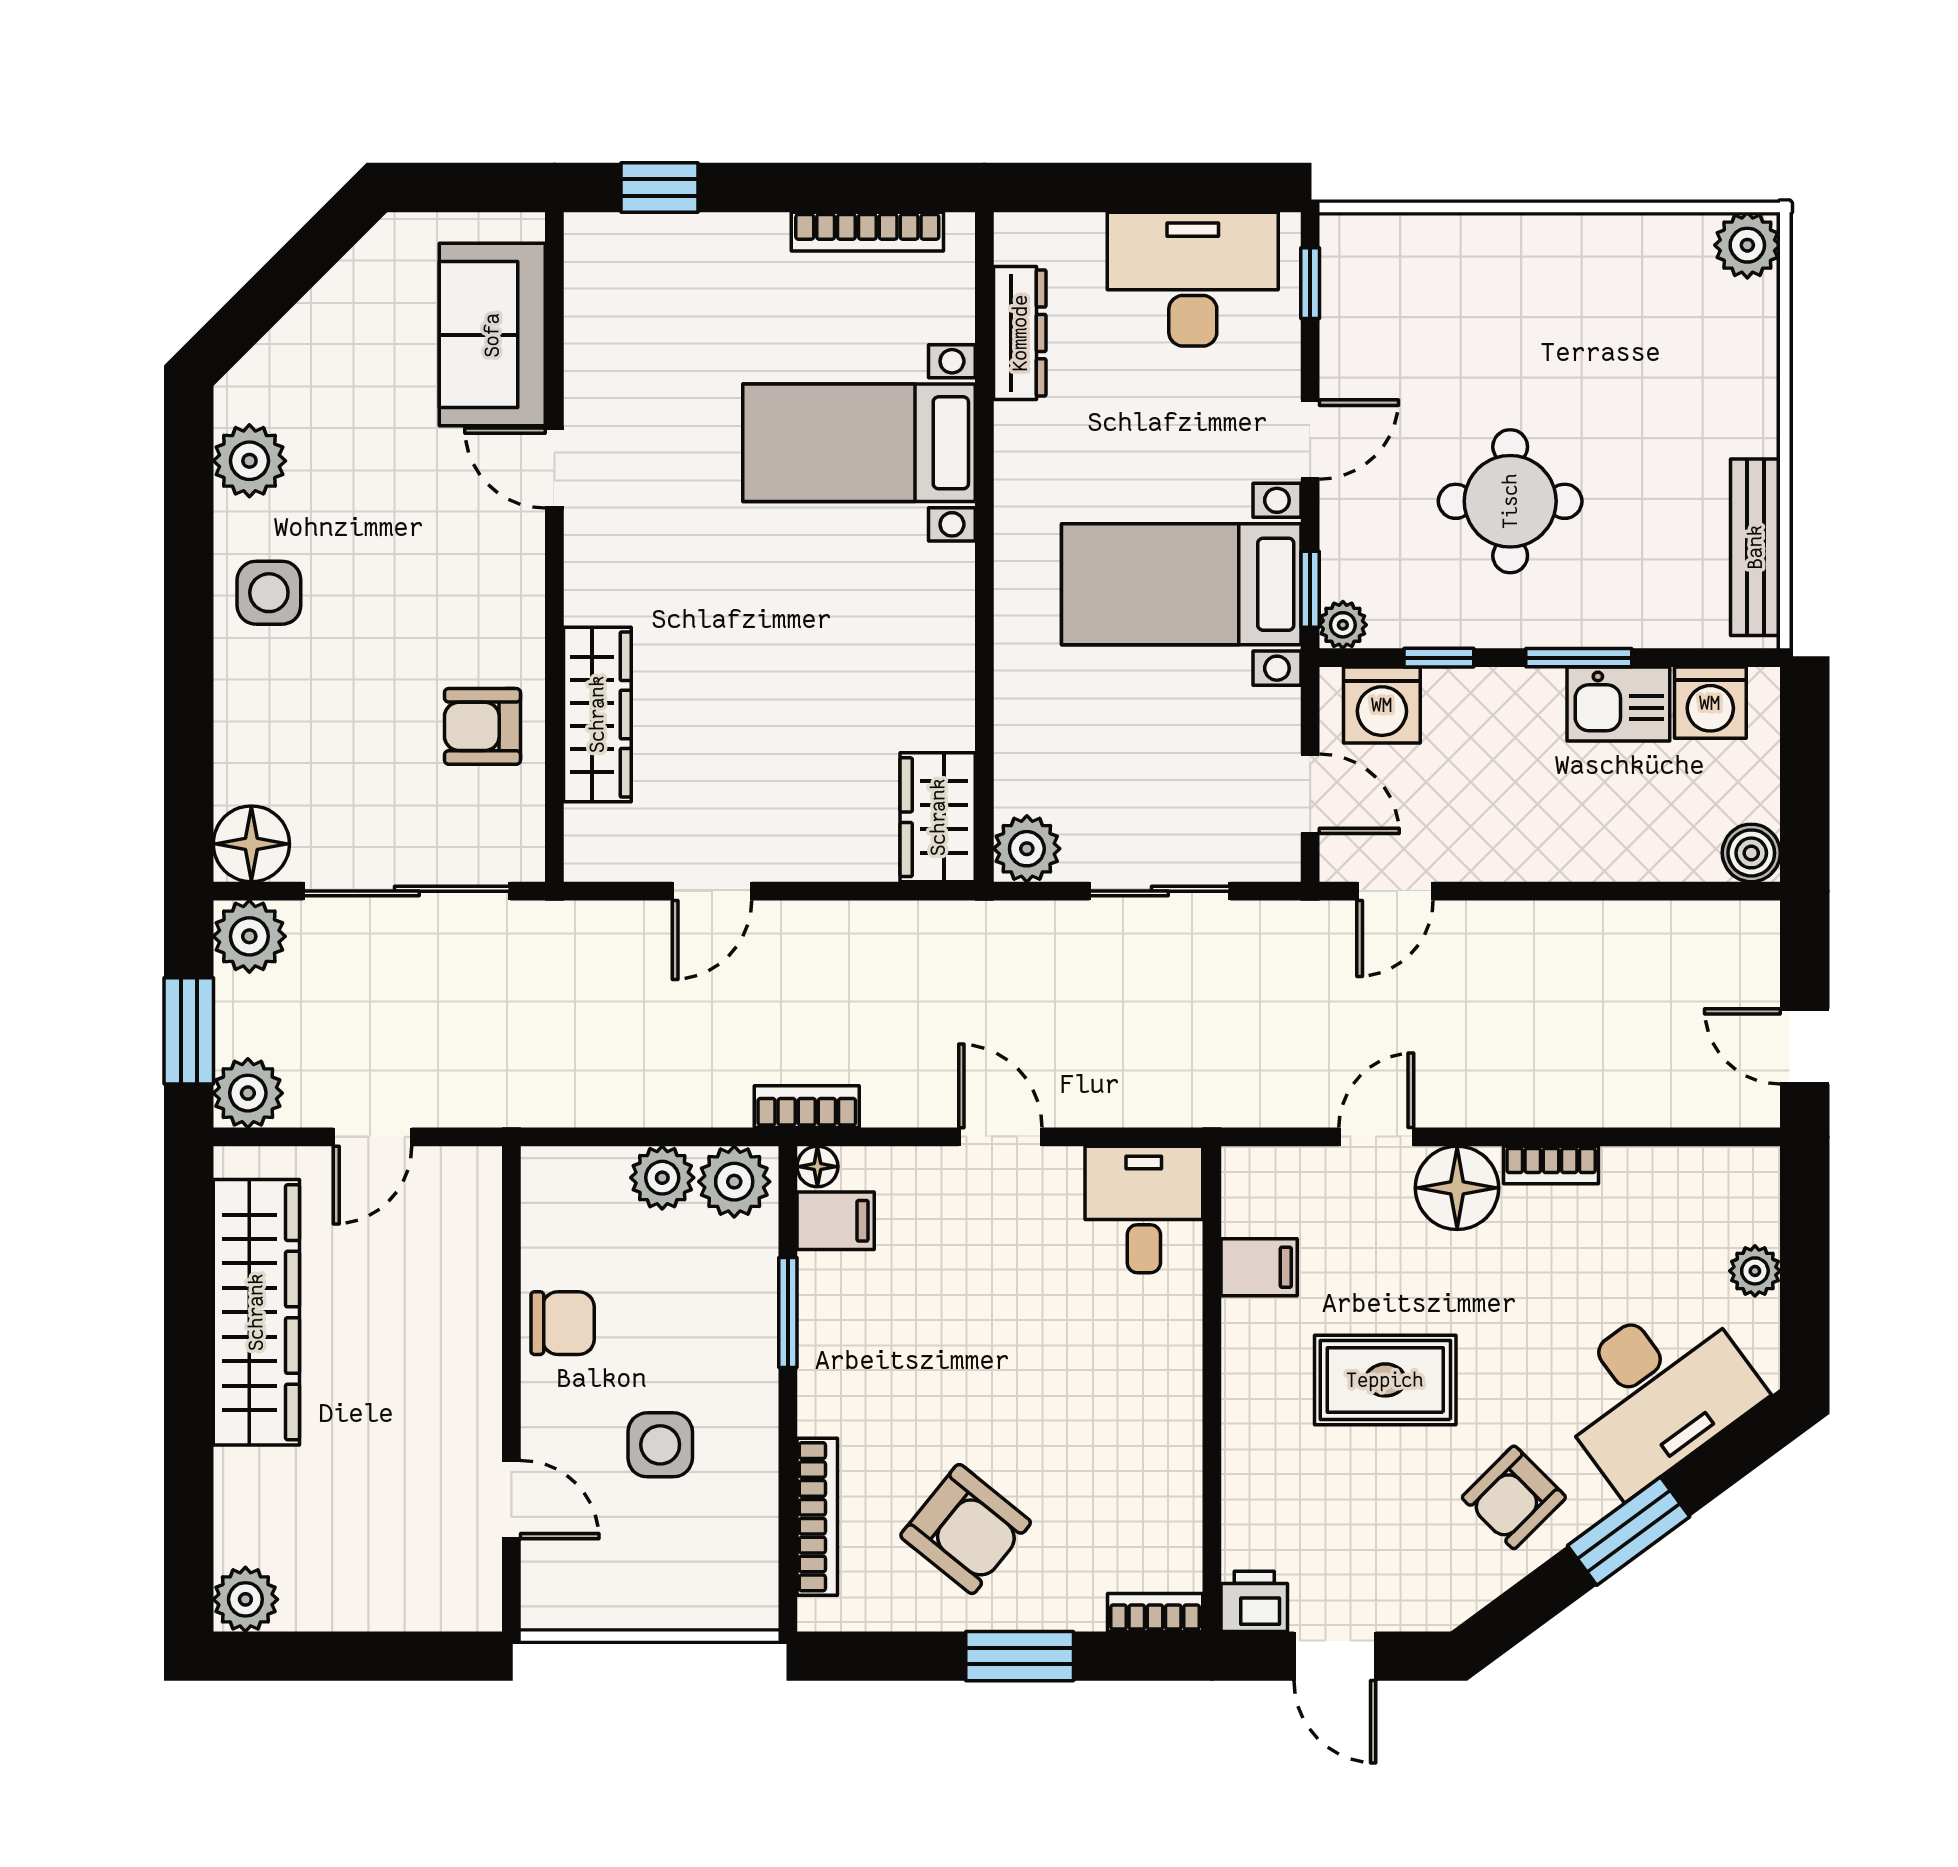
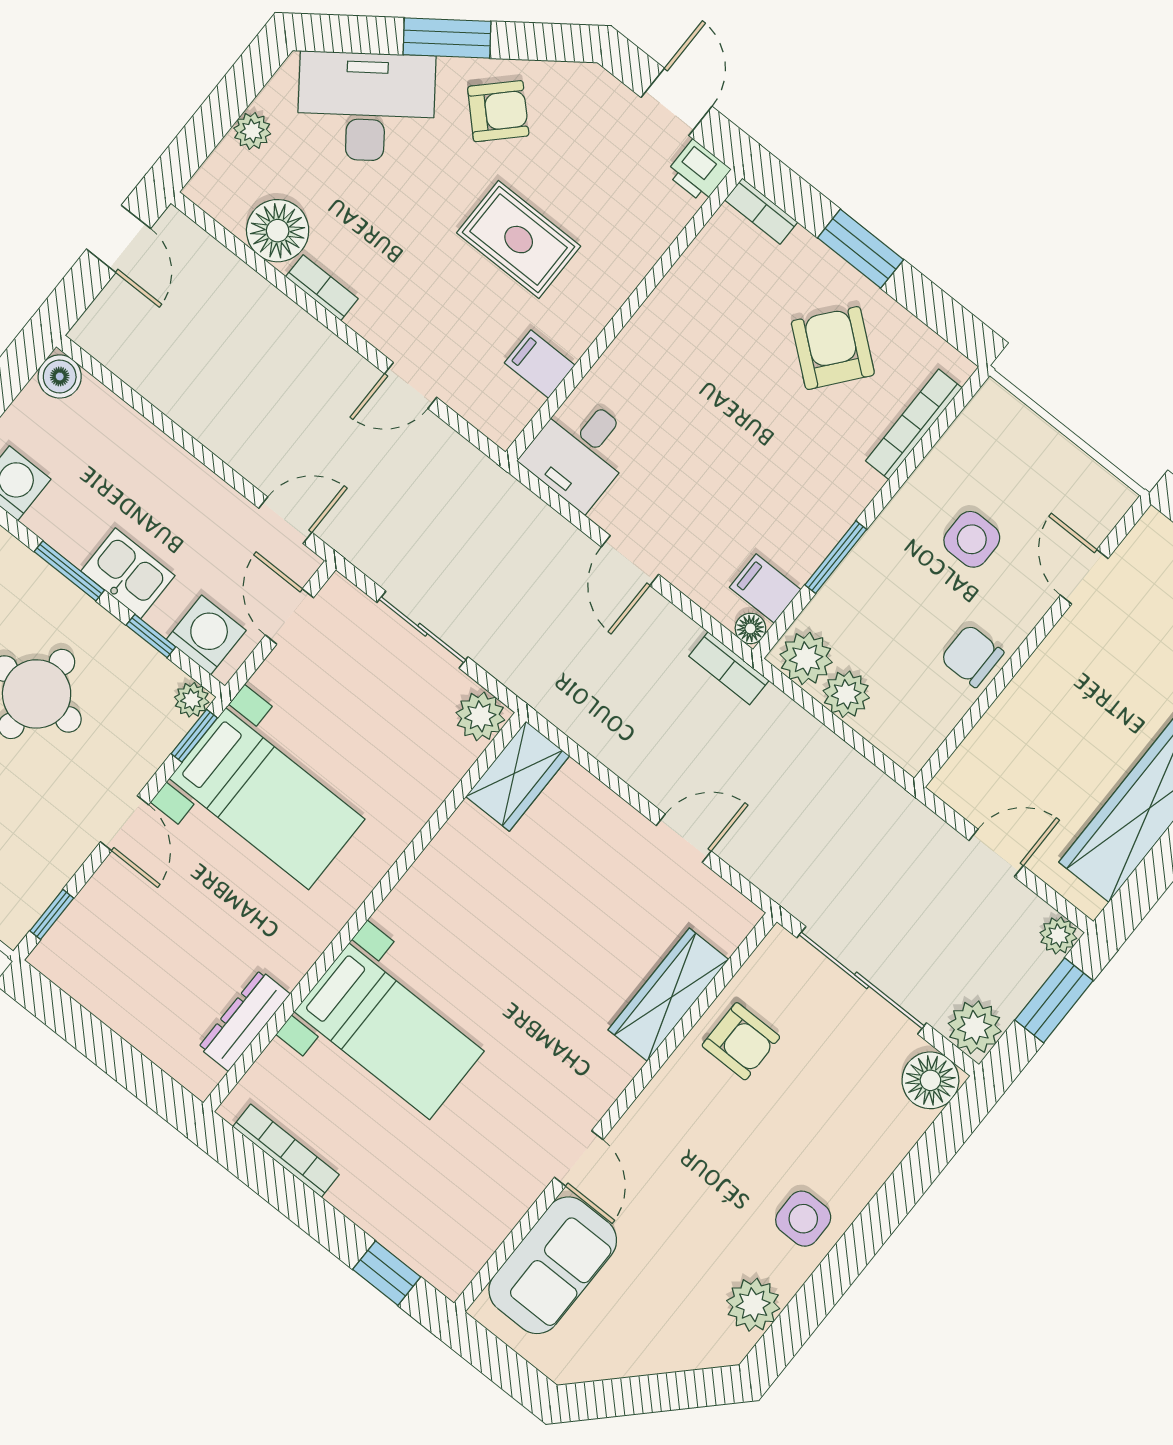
desk: (1193, 279) -> (118, 971), removed
door: (1310, 439) -> (124, 823), swing flipped
kitchen sink: (1618, 704) -> (128, 573), moved
plant: (248, 1093) -> (1058, 935), width x0.73, depth x0.73
floor lamp: (1457, 1188) -> (278, 231), moved

